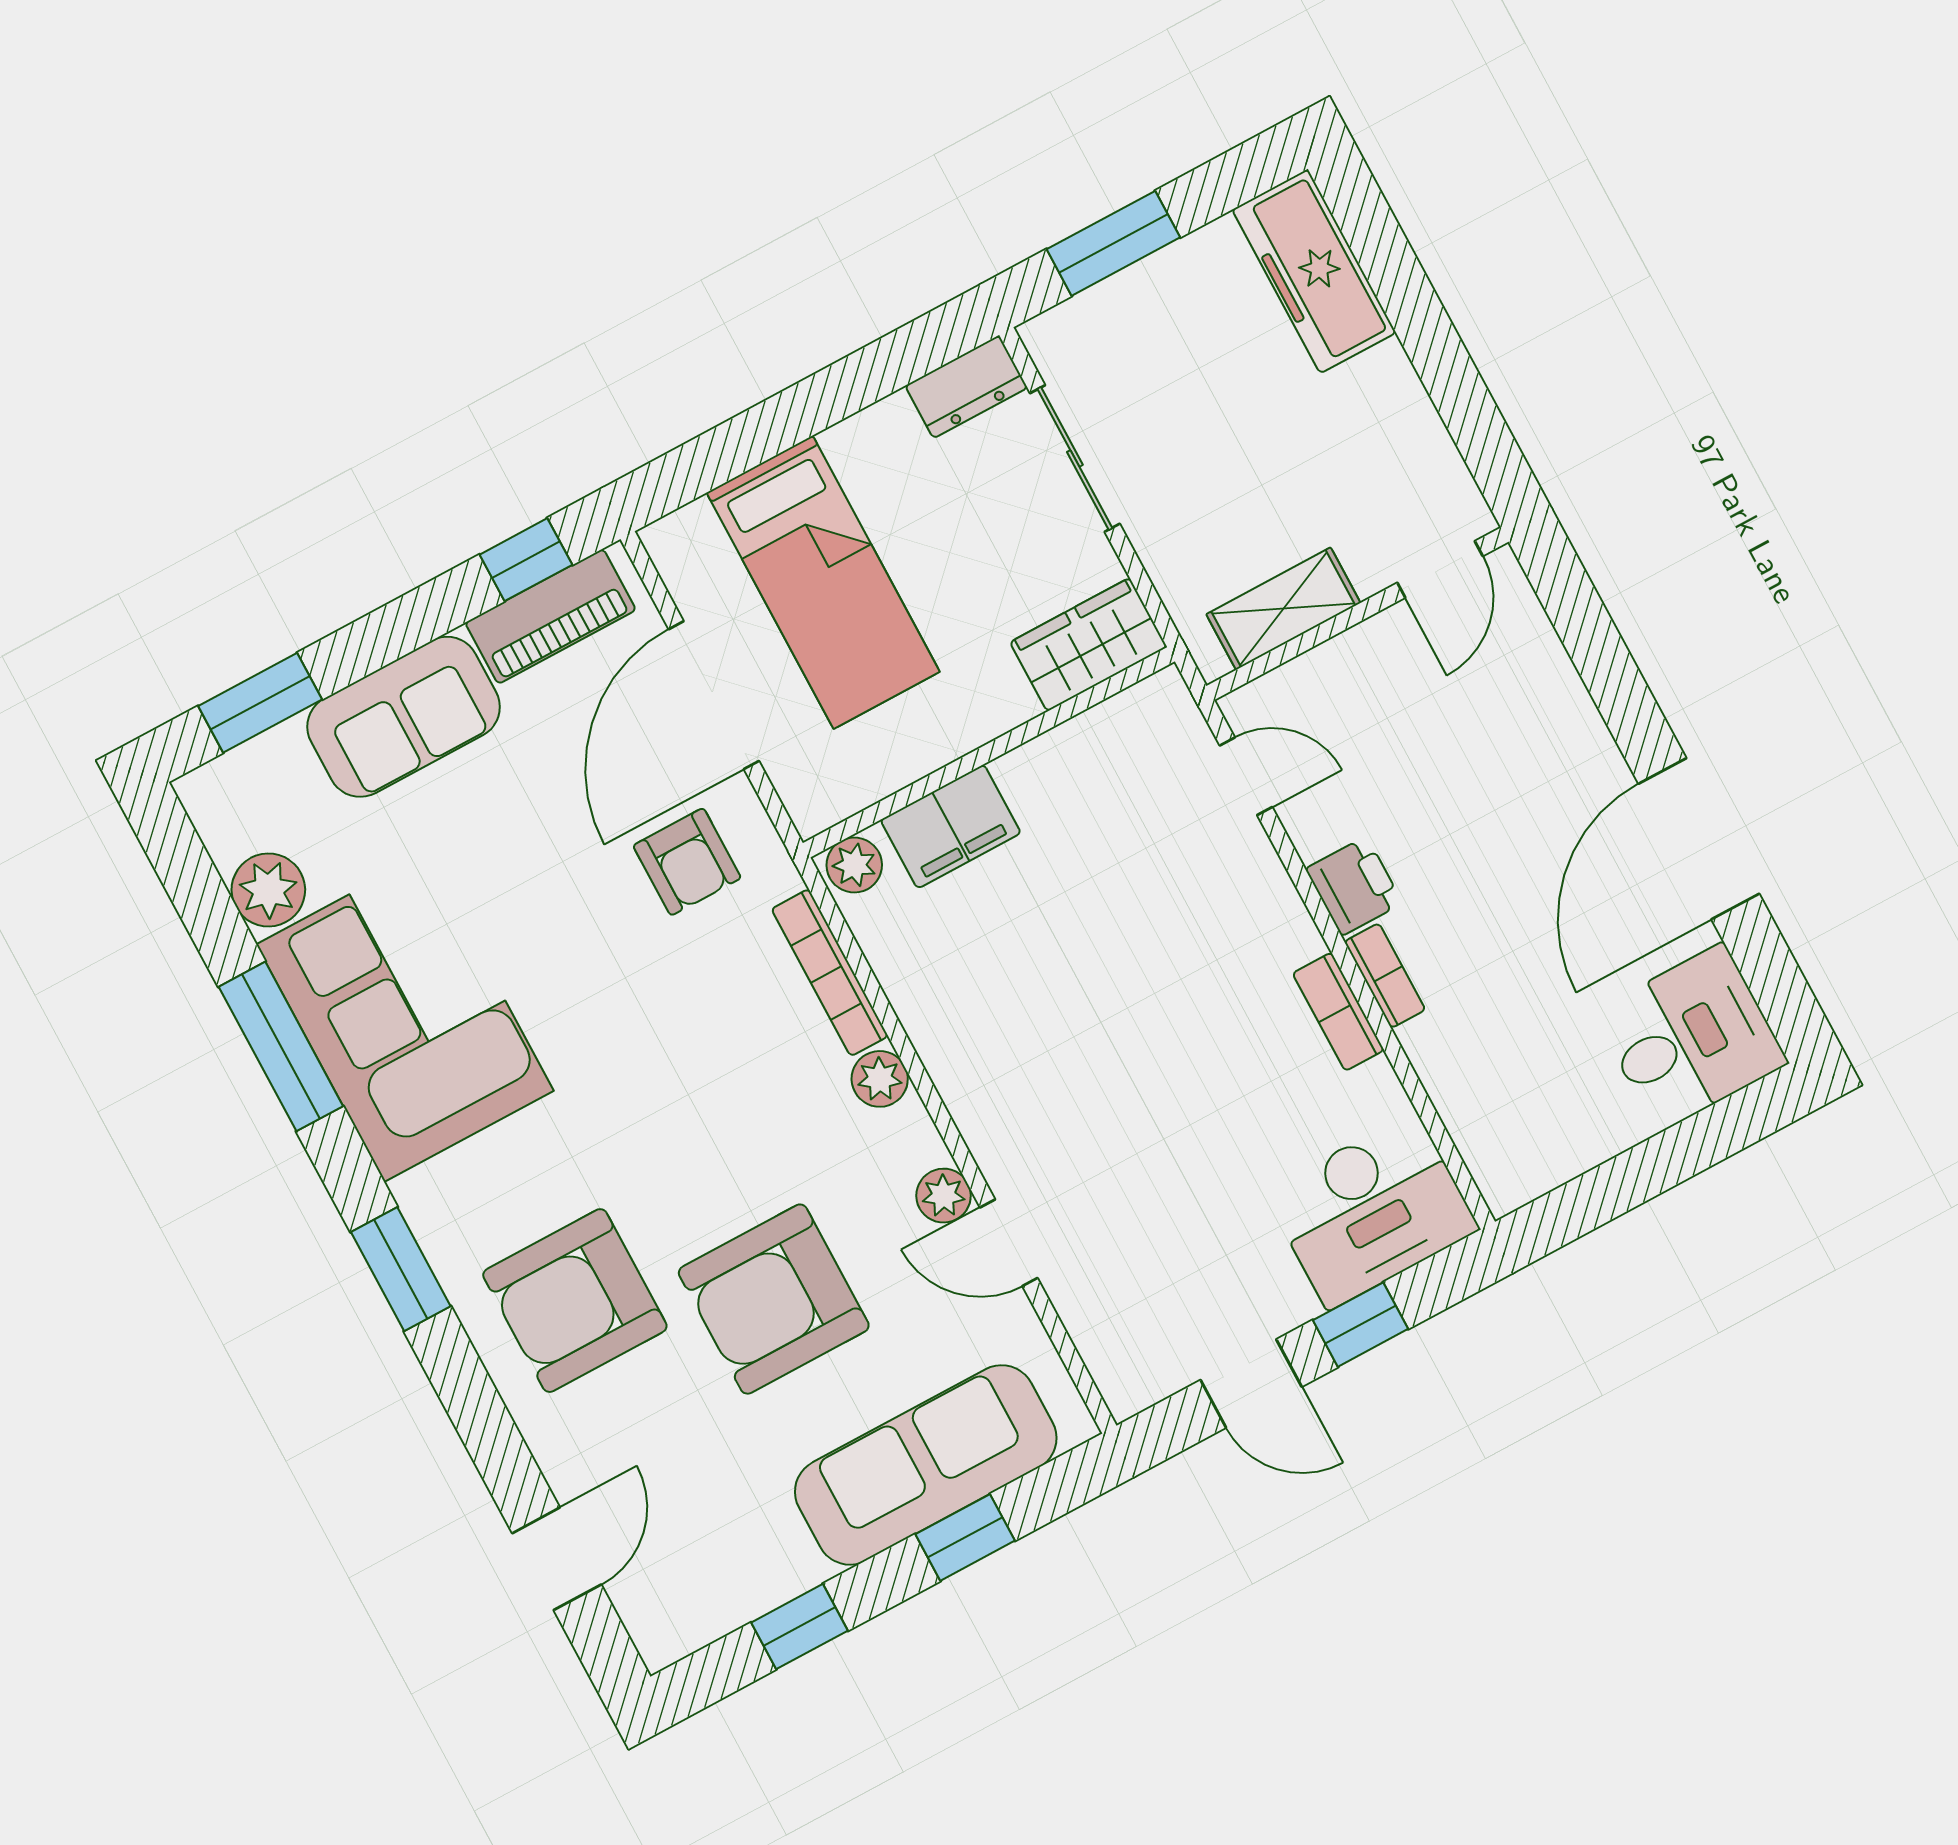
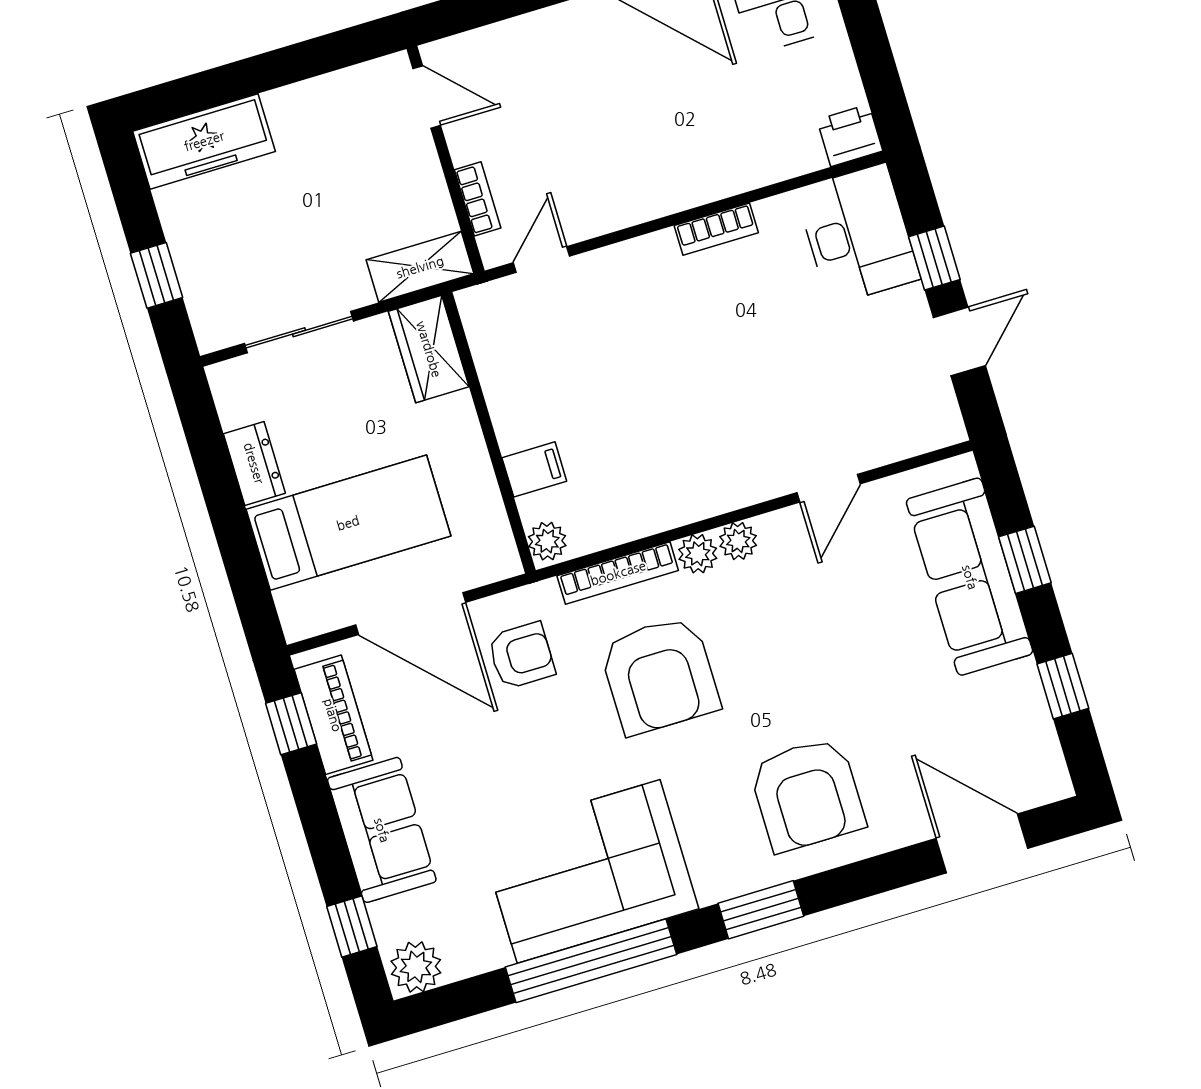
window: (1113, 243) -> (157, 275), width x0.67
dresser: (966, 387) -> (254, 463), moved
shelving: (1283, 609) -> (420, 267), moved, turned 90
window: (260, 703) -> (352, 927), width x0.67
filing cabinet: (951, 826) -> (534, 469), width x0.50
printer: (1354, 886) -> (850, 135), moved
plant: (268, 890) -> (416, 967), moved
bookcase: (1385, 976) -> (478, 199), moved, turned 90
window: (281, 1046) -> (591, 961), width x1.46
plant: (944, 1196) -> (738, 541), moved
armchair: (774, 1299) -> (660, 675), moved
door: (557, 1559) -> (982, 843), width x1.38

